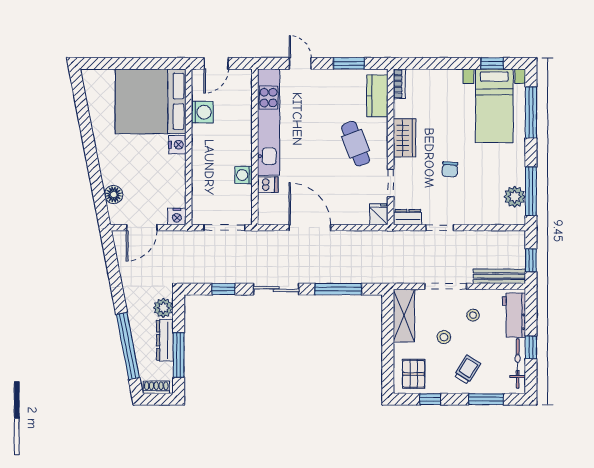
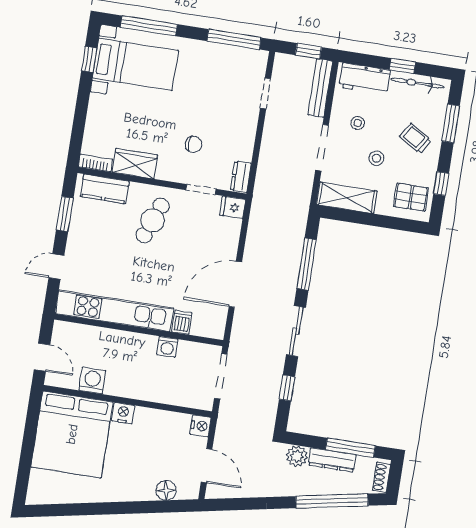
wardrobe: (404, 138) -> (135, 164), moved
cafe table: (356, 144) -> (153, 220), turned -48
chair: (450, 169) -> (194, 144), moved
plant: (515, 197) -> (237, 58), removed
doorway: (440, 228) -> (266, 93), moved

